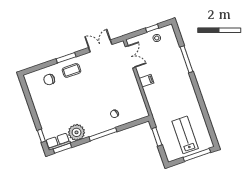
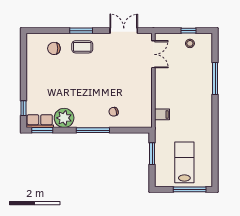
filing cabinet: (146, 81) -> (162, 114), moved

